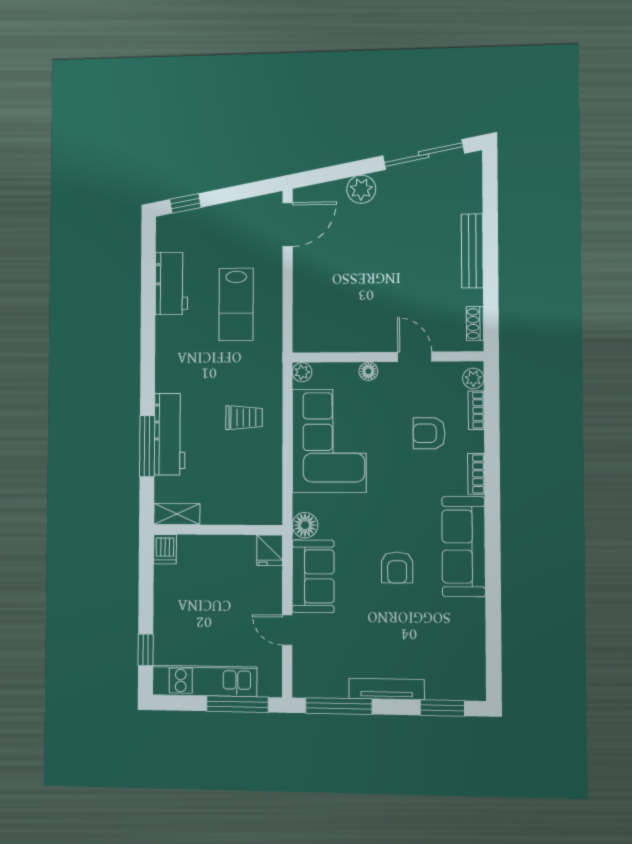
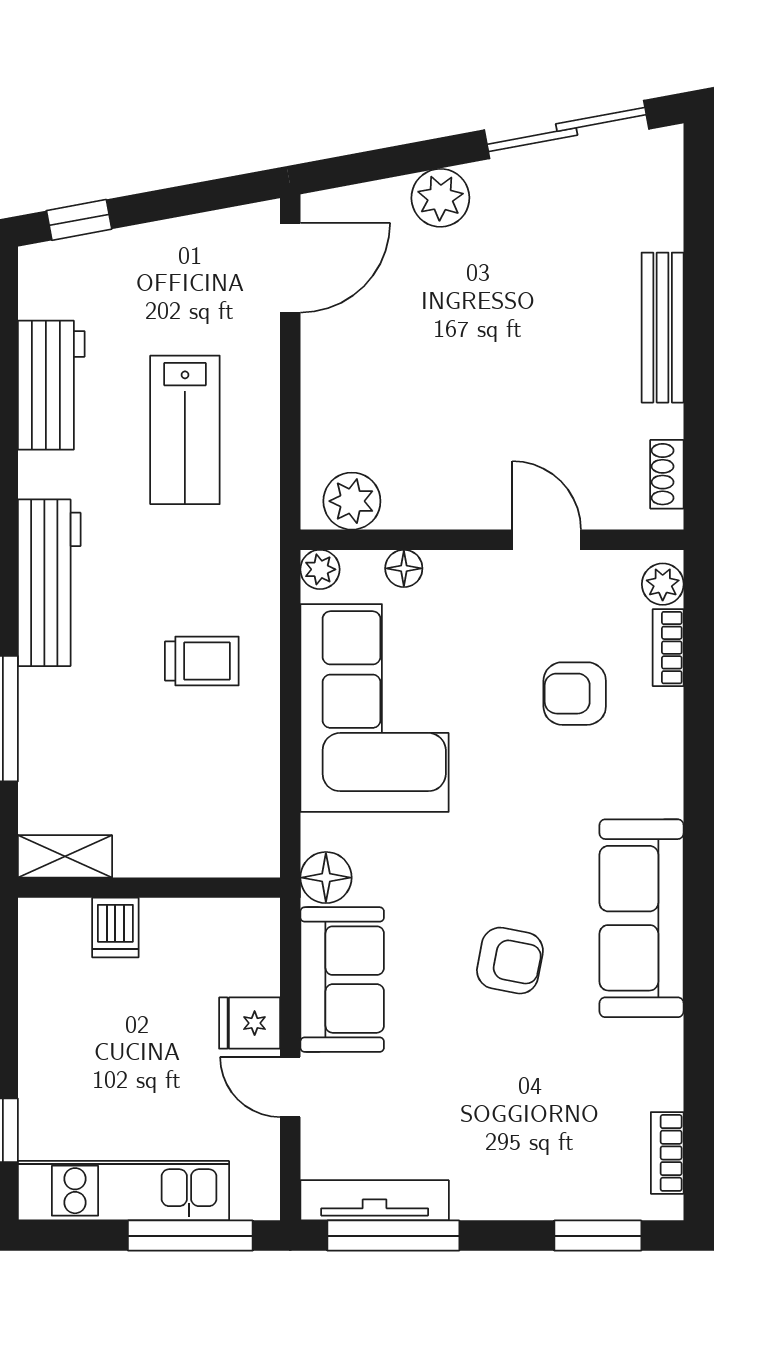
plant: (318, 338) -> (352, 501), added
floor lamp: (368, 371) -> (404, 568), moved
workbench: (170, 434) -> (49, 583), moved
bookcase: (476, 474) -> (667, 1153), moved
dishwasher: (165, 549) -> (115, 928), moved
fridge: (270, 550) -> (250, 1023), moved, turned 90
armchair: (397, 567) -> (510, 961), turned -79
tv unit: (387, 689) -> (375, 1200), moved

